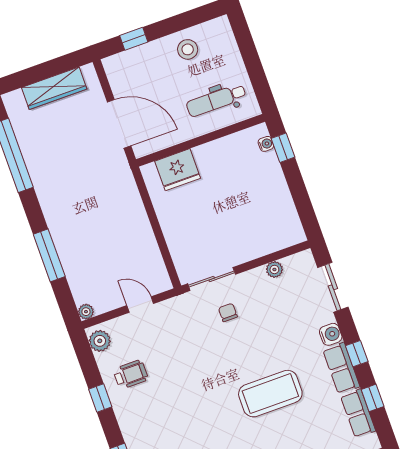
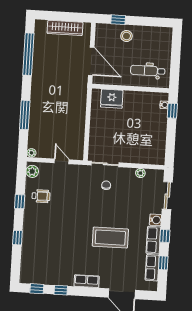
stool: (188, 49) -> (126, 36), moved

